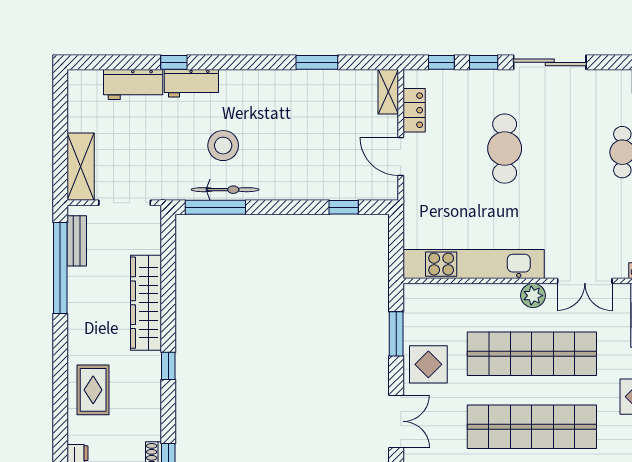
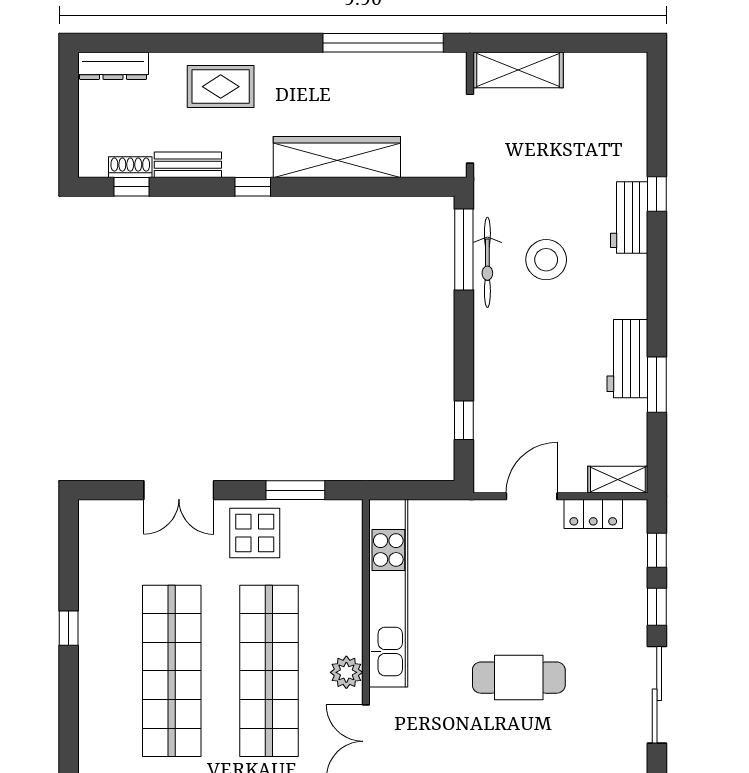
workbench: (133, 84) -> (627, 359), moved
cafe table: (505, 149) -> (519, 678), moved
bench: (77, 241) -> (188, 165), moved

